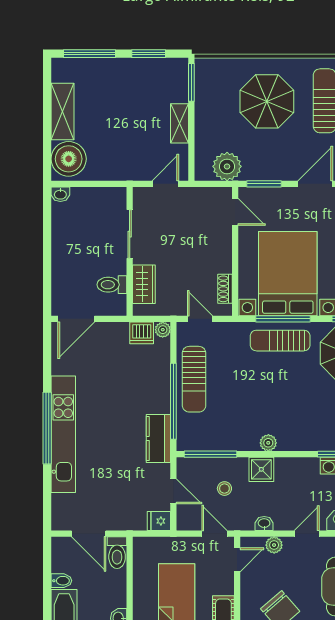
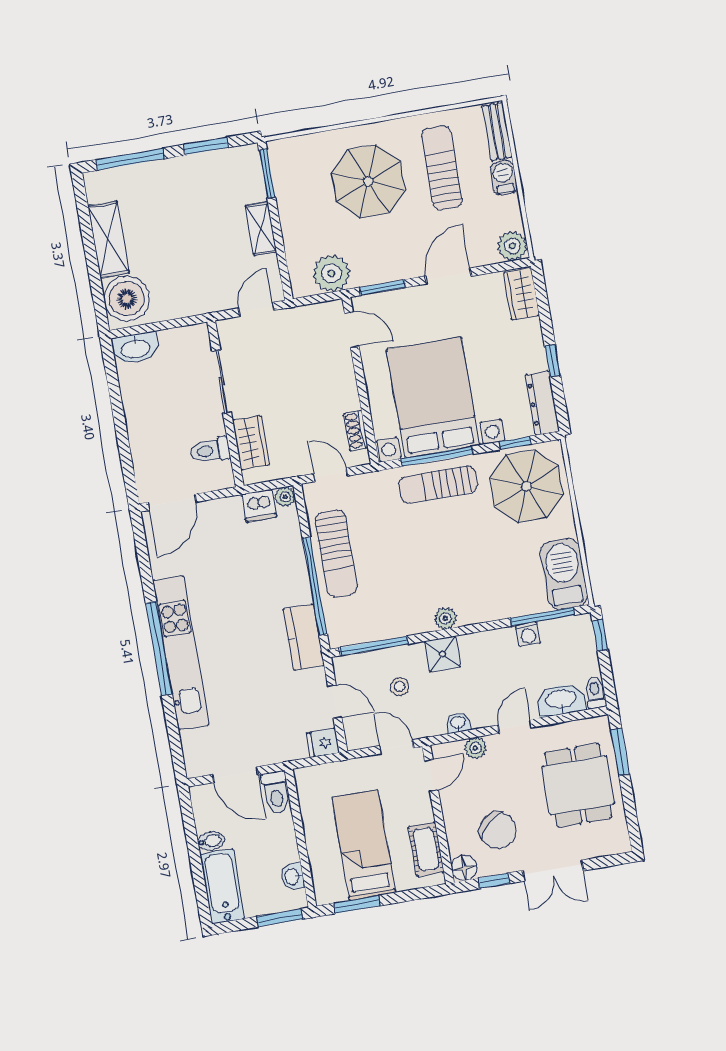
washbasin: (60, 194) -> (135, 348), width x1.91, depth x1.45

